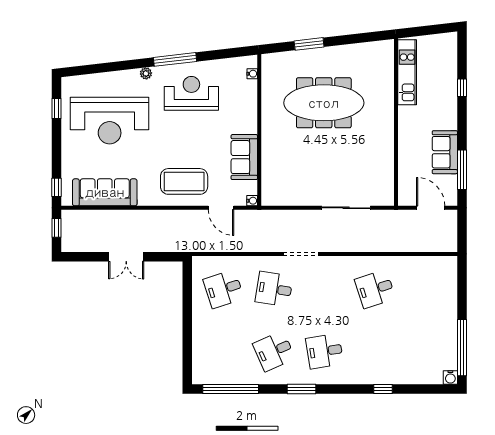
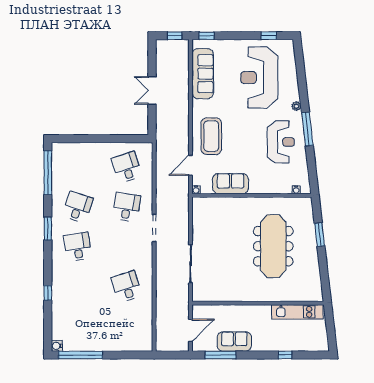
desk: (274, 351) -> (78, 207), turned 42

